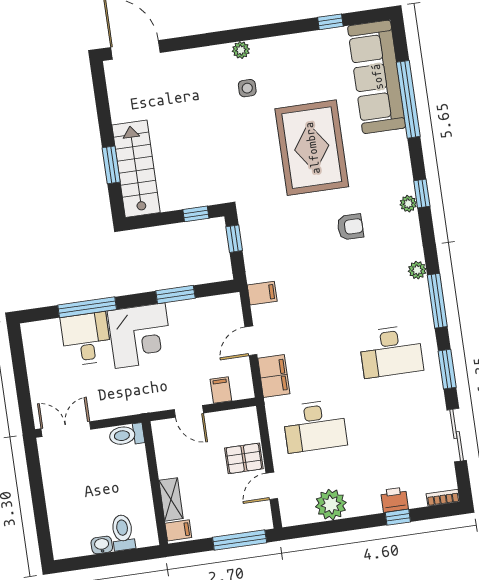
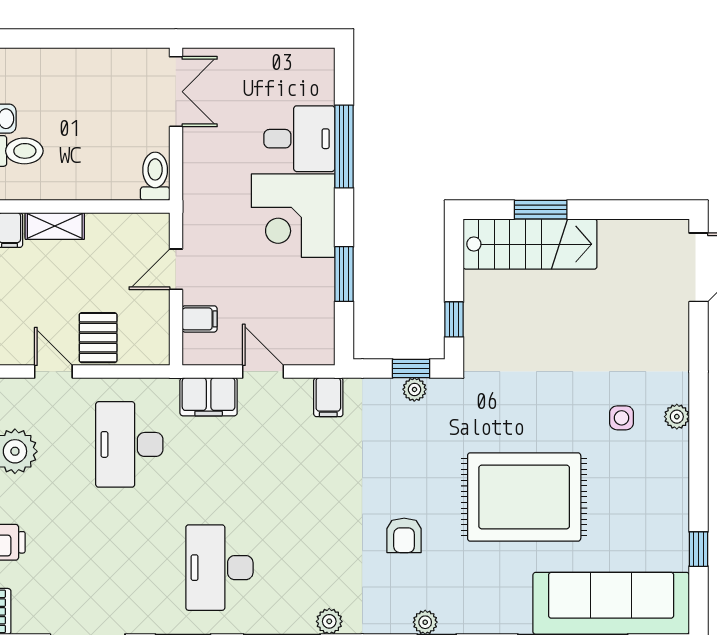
plant: (248, 234) -> (414, 389), added

